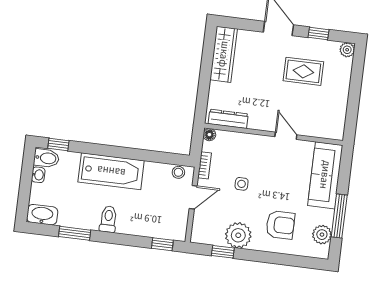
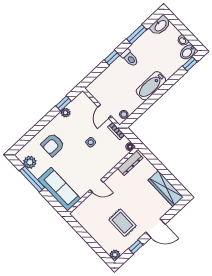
rug: (303, 71) -> (123, 223), turned 90
bathtub: (111, 171) -> (151, 86), width x0.73, depth x0.73
plant: (238, 235) -> (66, 113), width x0.53, depth x0.53
window: (162, 244) -> (112, 58), moved

